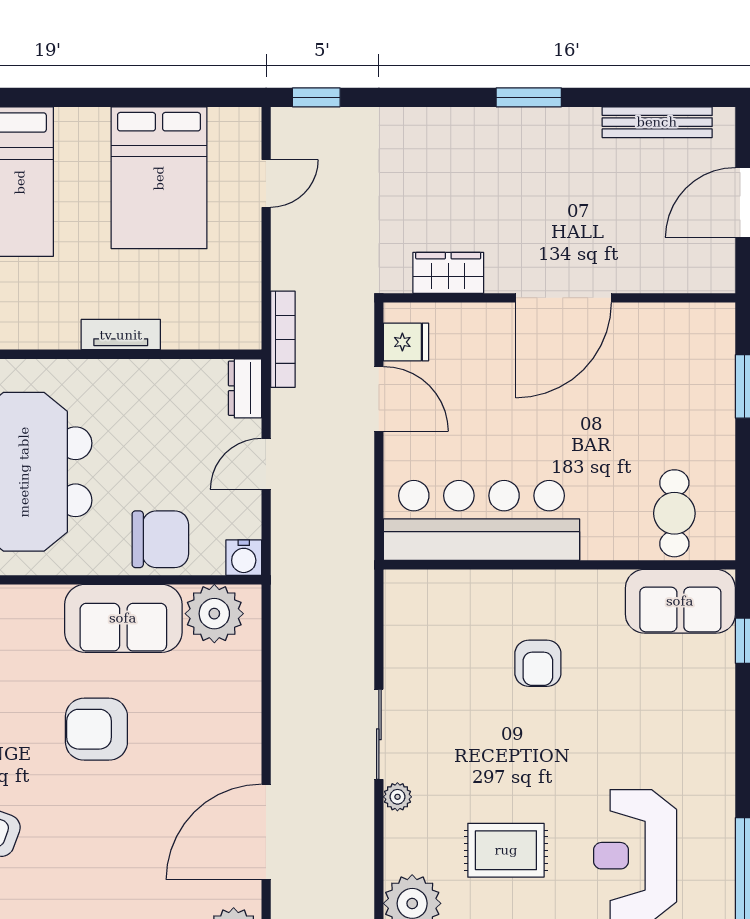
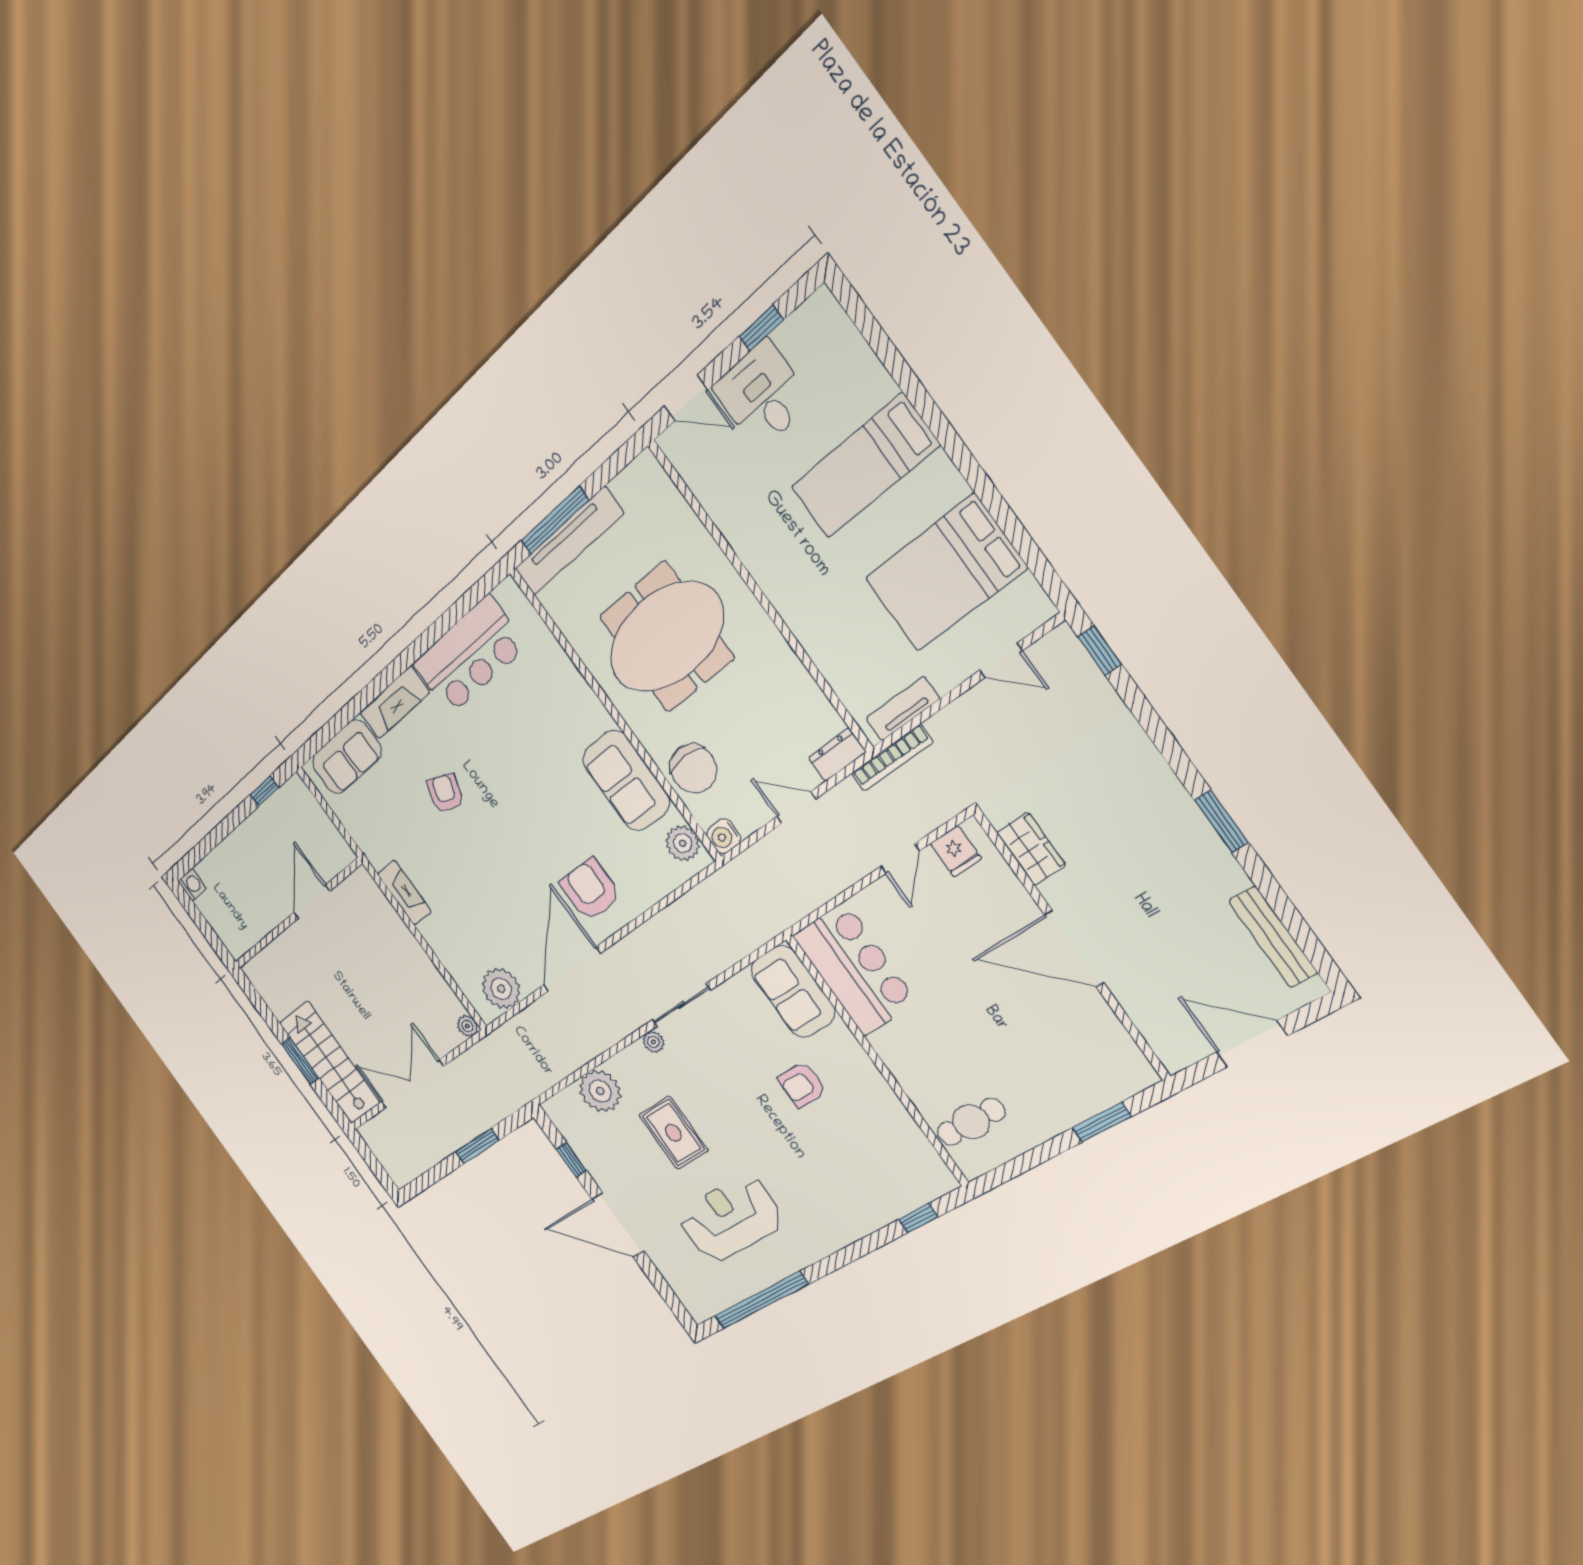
tv unit: (121, 335) -> (903, 709), moved, turned -90
door: (379, 399) -> (900, 859), width x0.73
bar counter: (481, 520) -> (855, 969), width x0.73
sofa: (680, 601) -> (793, 991), moved
plant: (214, 614) -> (683, 843), width x0.73, depth x0.73
armchair: (96, 729) -> (590, 890), moved
door: (266, 832) -> (572, 969), hinge flipped

